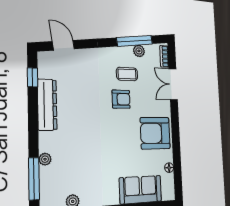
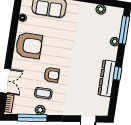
plant: (139, 51) -> (40, 110), moved
window: (33, 77) -> (118, 73), moved
armchair: (121, 99) -> (52, 75), turned 180

